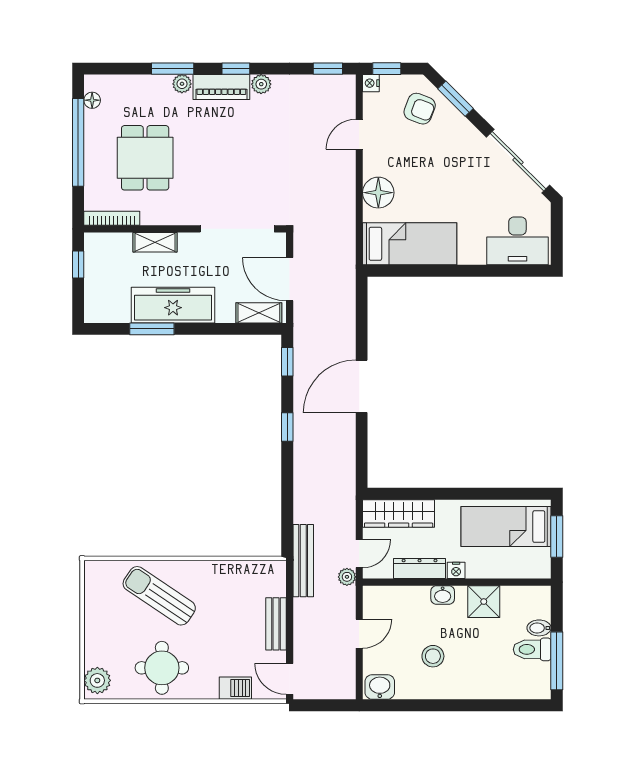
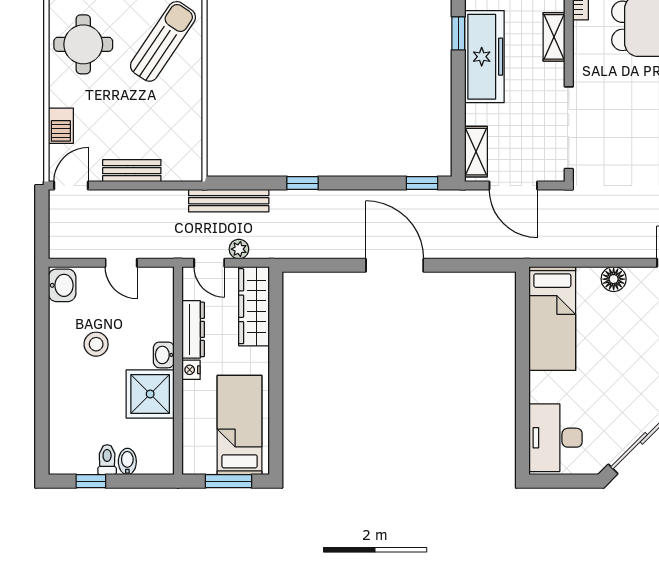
floor lamp: (378, 193) -> (614, 279), width x0.73, depth x0.73
door: (290, 279) -> (513, 186), swing flipped
window: (152, 329) -> (458, 33), width x0.67
window: (287, 427) -> (302, 183), moved
bench: (303, 561) -> (229, 201), moved
plant: (347, 577) -> (239, 249), moved
shower: (484, 602) -> (150, 394), width x1.36, depth x1.36
toilet: (532, 649) -> (107, 460), width x0.73, depth x0.72
window: (557, 661) -> (91, 481), width x0.46

